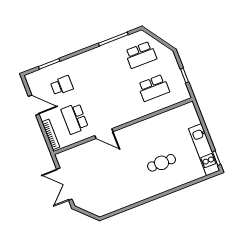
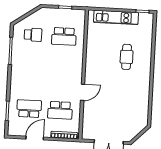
school desk: (141, 55) -> (33, 35), width x0.54
school desk: (62, 85) -> (29, 109), width x1.85
school desk: (154, 88) -> (64, 36), turned 90
kitchen unit: (204, 150) -> (116, 17), moved

